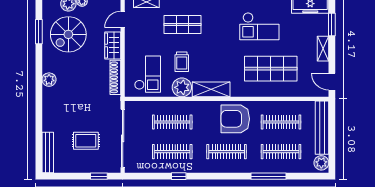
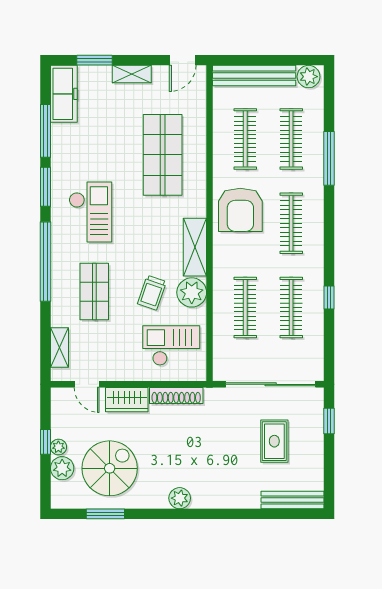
checkout: (259, 26) -> (90, 212), moved
spiral stairs: (68, 34) -> (110, 468), turned -90
trolley: (182, 62) -> (152, 293), turned 109

